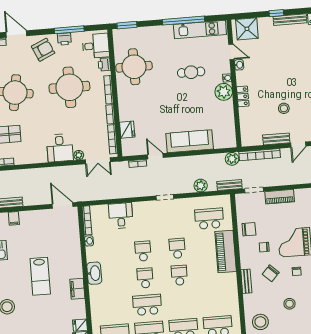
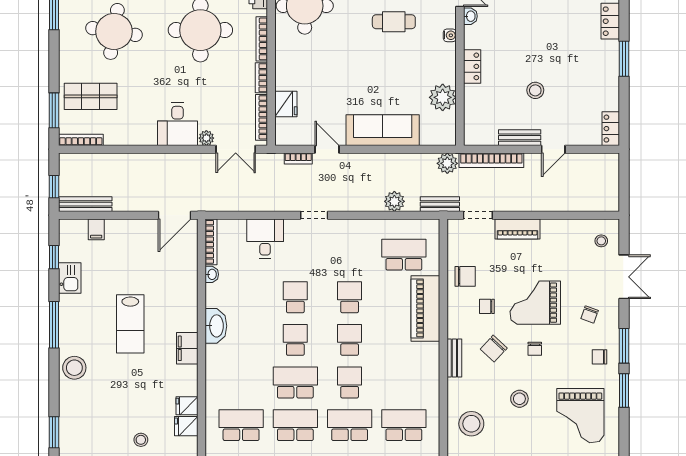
plant: (224, 92) -> (443, 97), moved
doorway: (165, 197) -> (314, 215), moved
door: (63, 205) -> (175, 215), swing flipped
school desk: (181, 302) -> (350, 383), added

